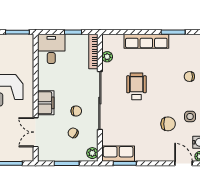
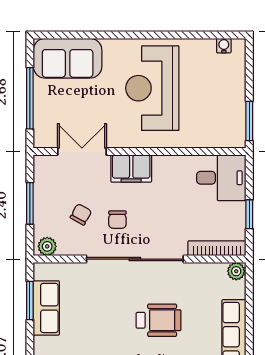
plant: (107, 57) -> (236, 271), moved
row of seats: (118, 154) -> (46, 308), moved

